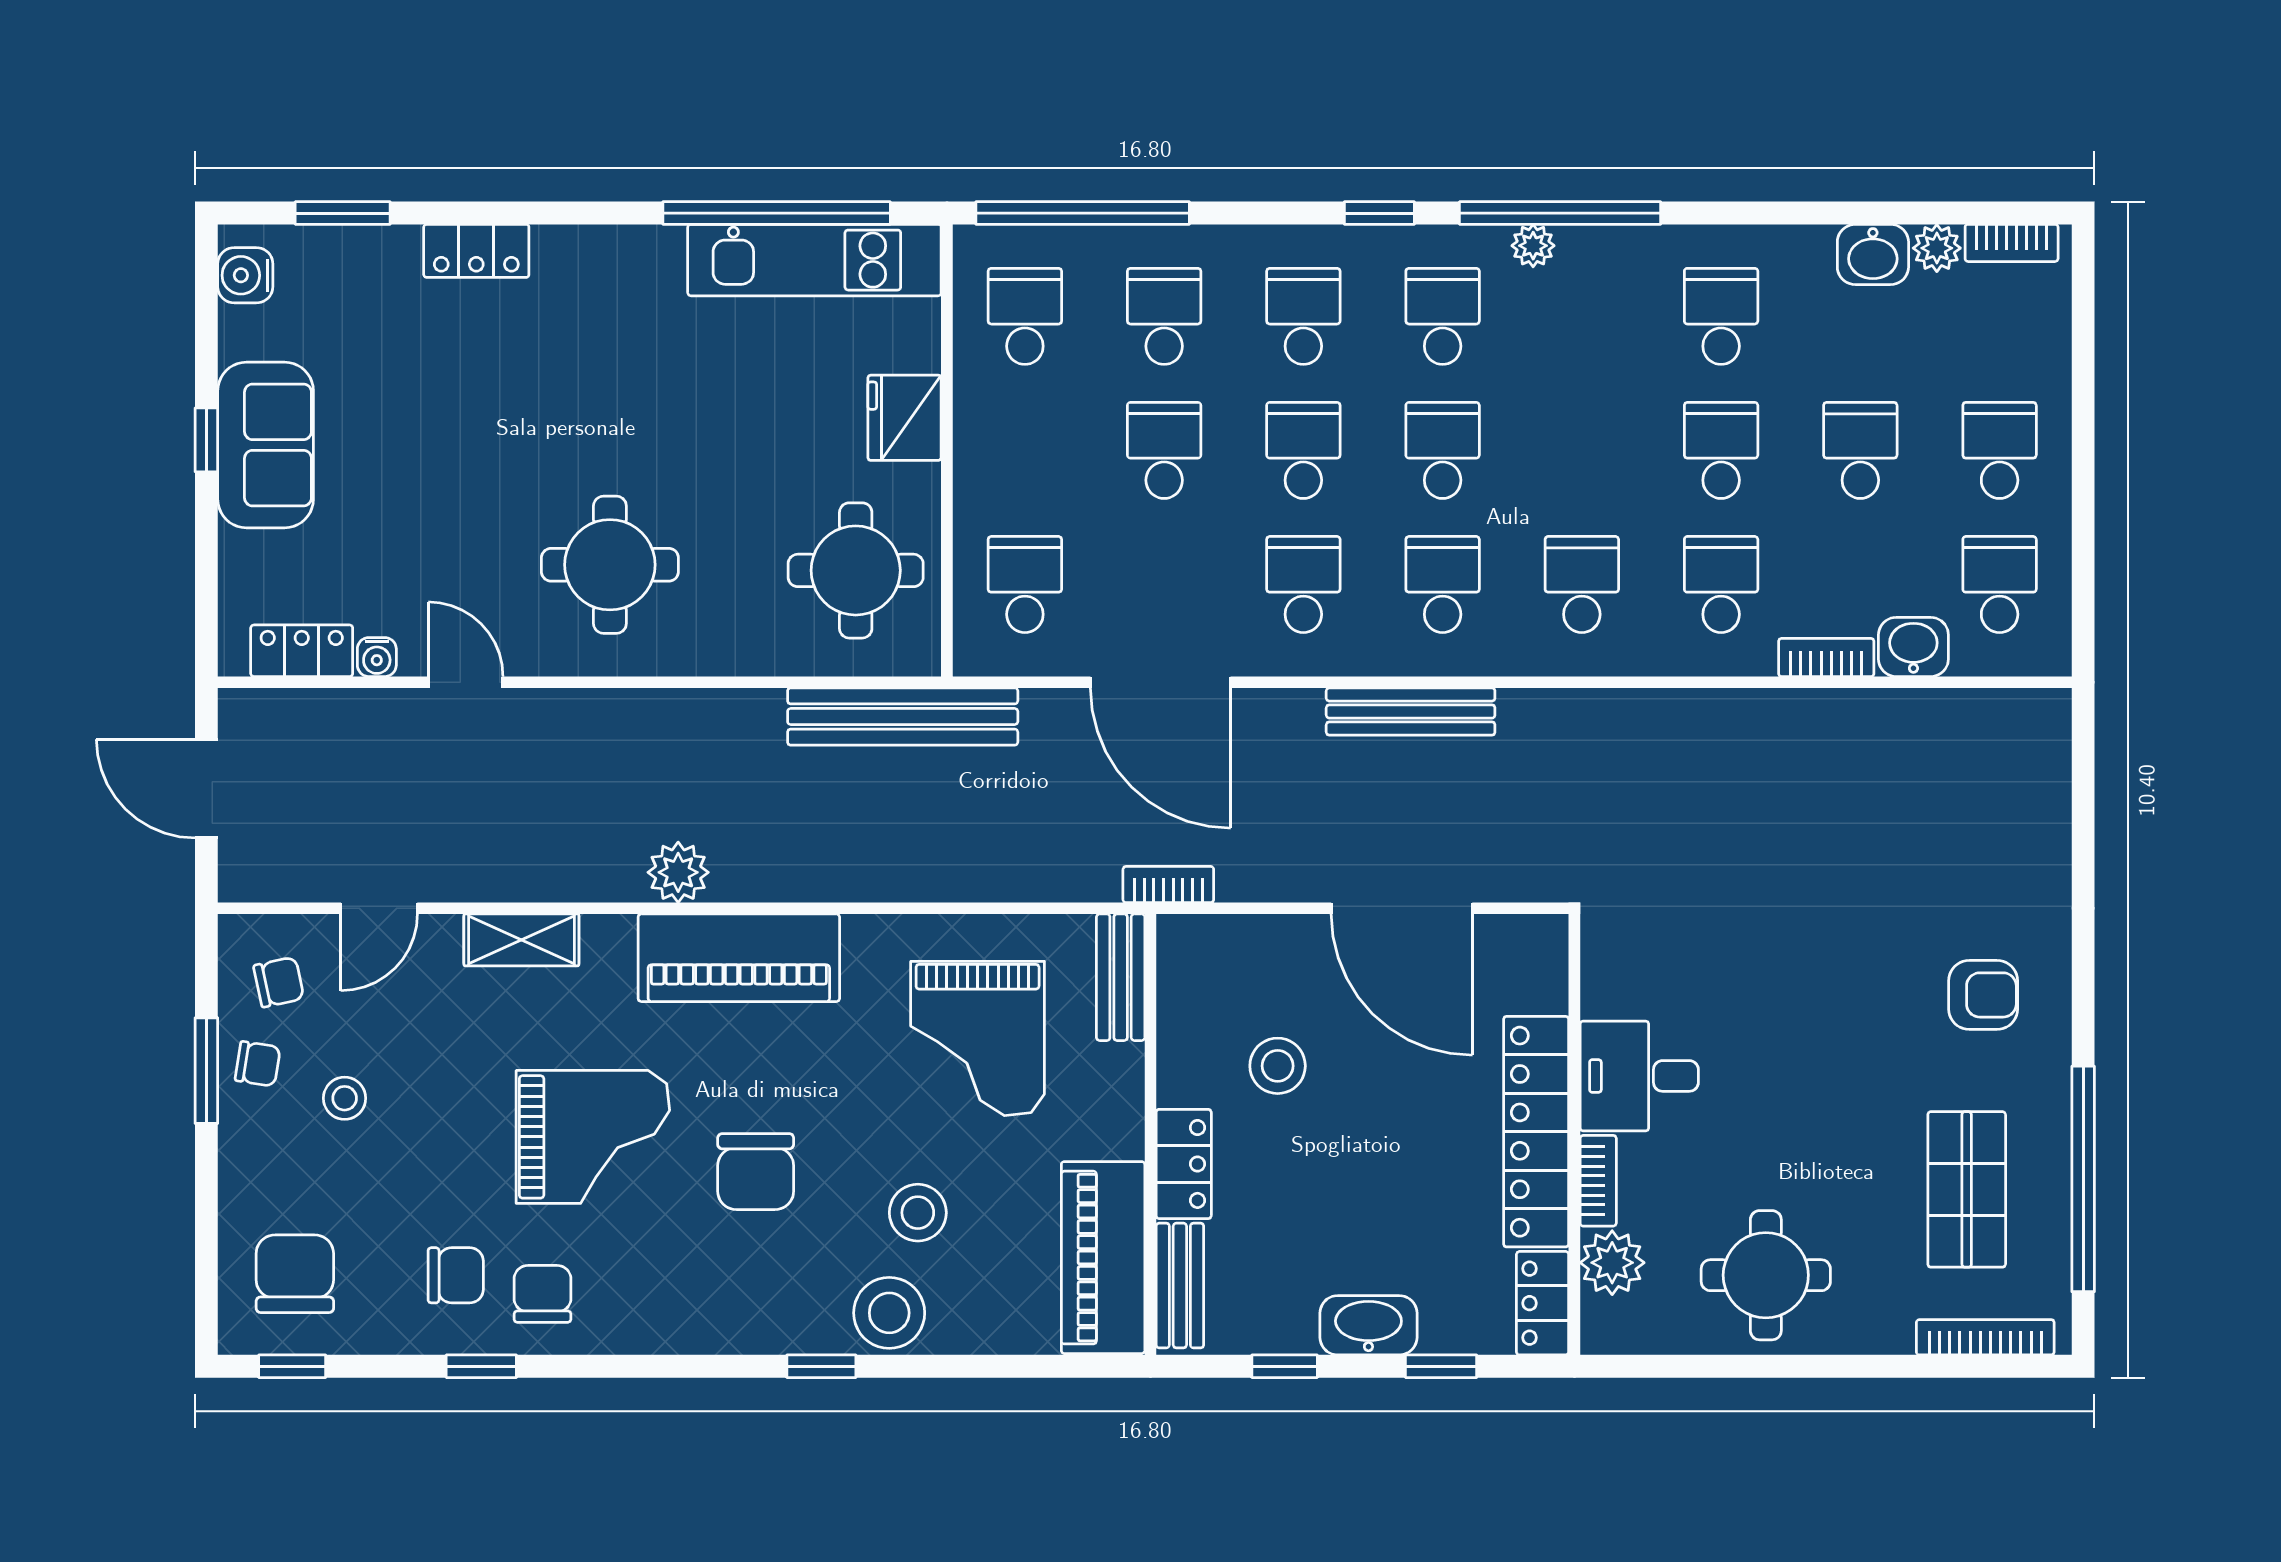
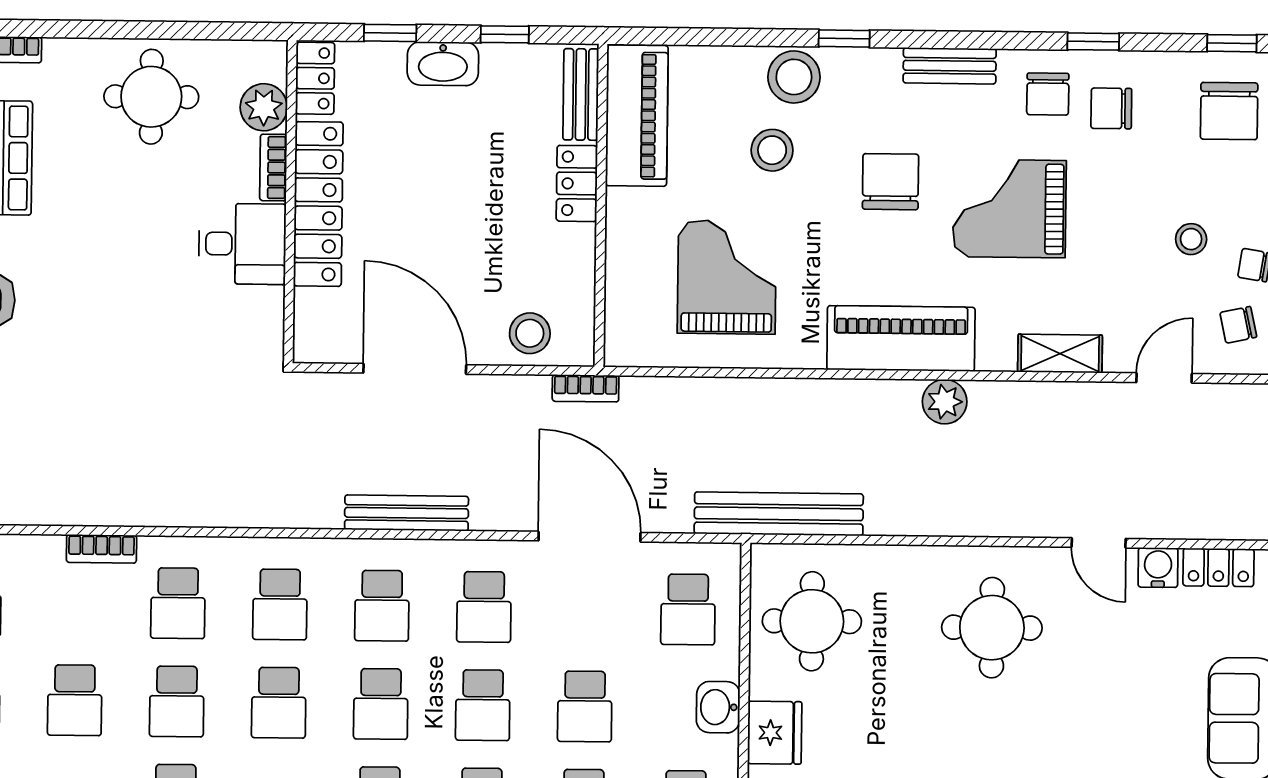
school desk: (1582, 450) -> (279, 703), added
washbasin: (1913, 647) -> (718, 707), moved, turned 90
water cooler: (377, 657) -> (1158, 568), width x1.38, depth x1.38
bench: (1121, 977) -> (950, 66), moved, turned 90
stool: (1278, 1066) -> (530, 333), moved

